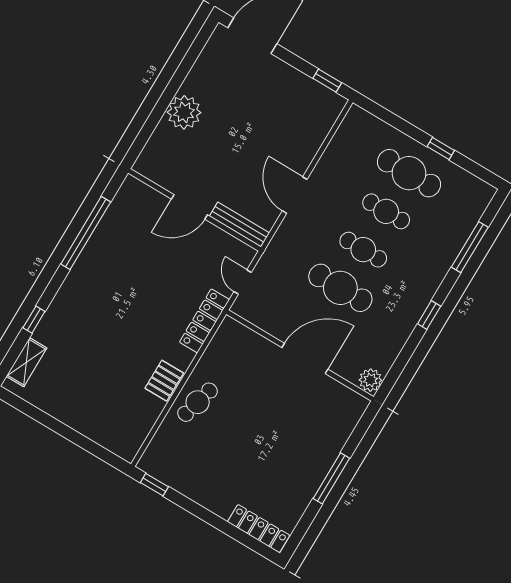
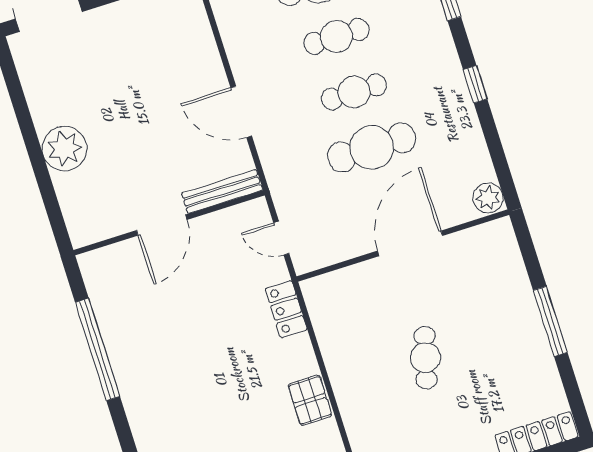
locker: (204, 321) -> (286, 309), width x0.66
cafe table: (198, 402) -> (425, 358), moved

